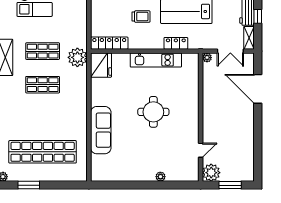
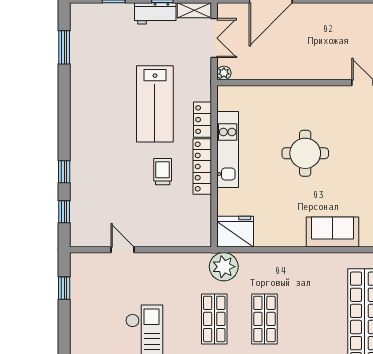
locker: (109, 43) -> (202, 167), moved
sofa: (101, 130) -> (332, 232), width x0.73

